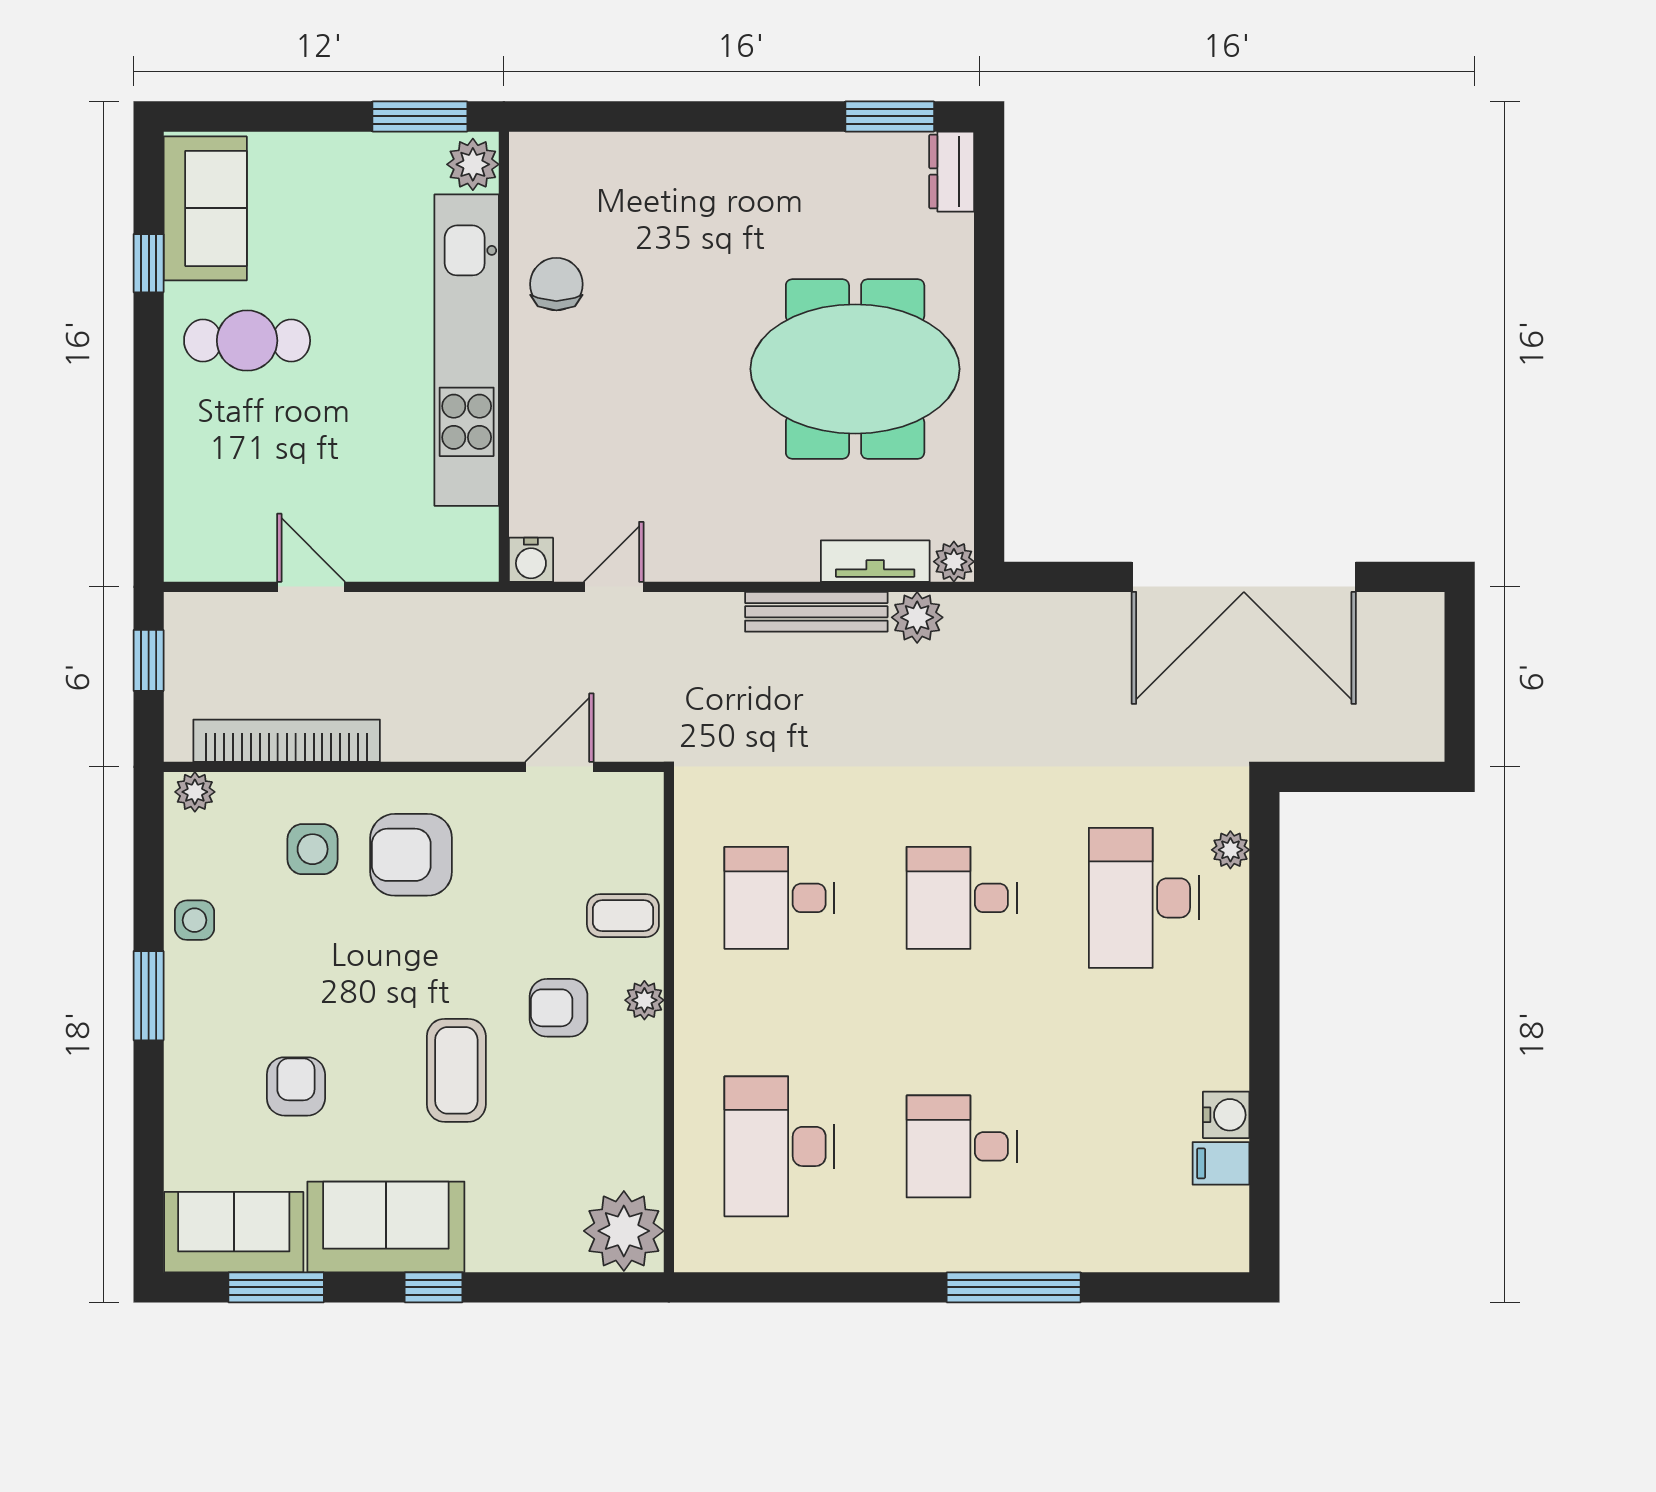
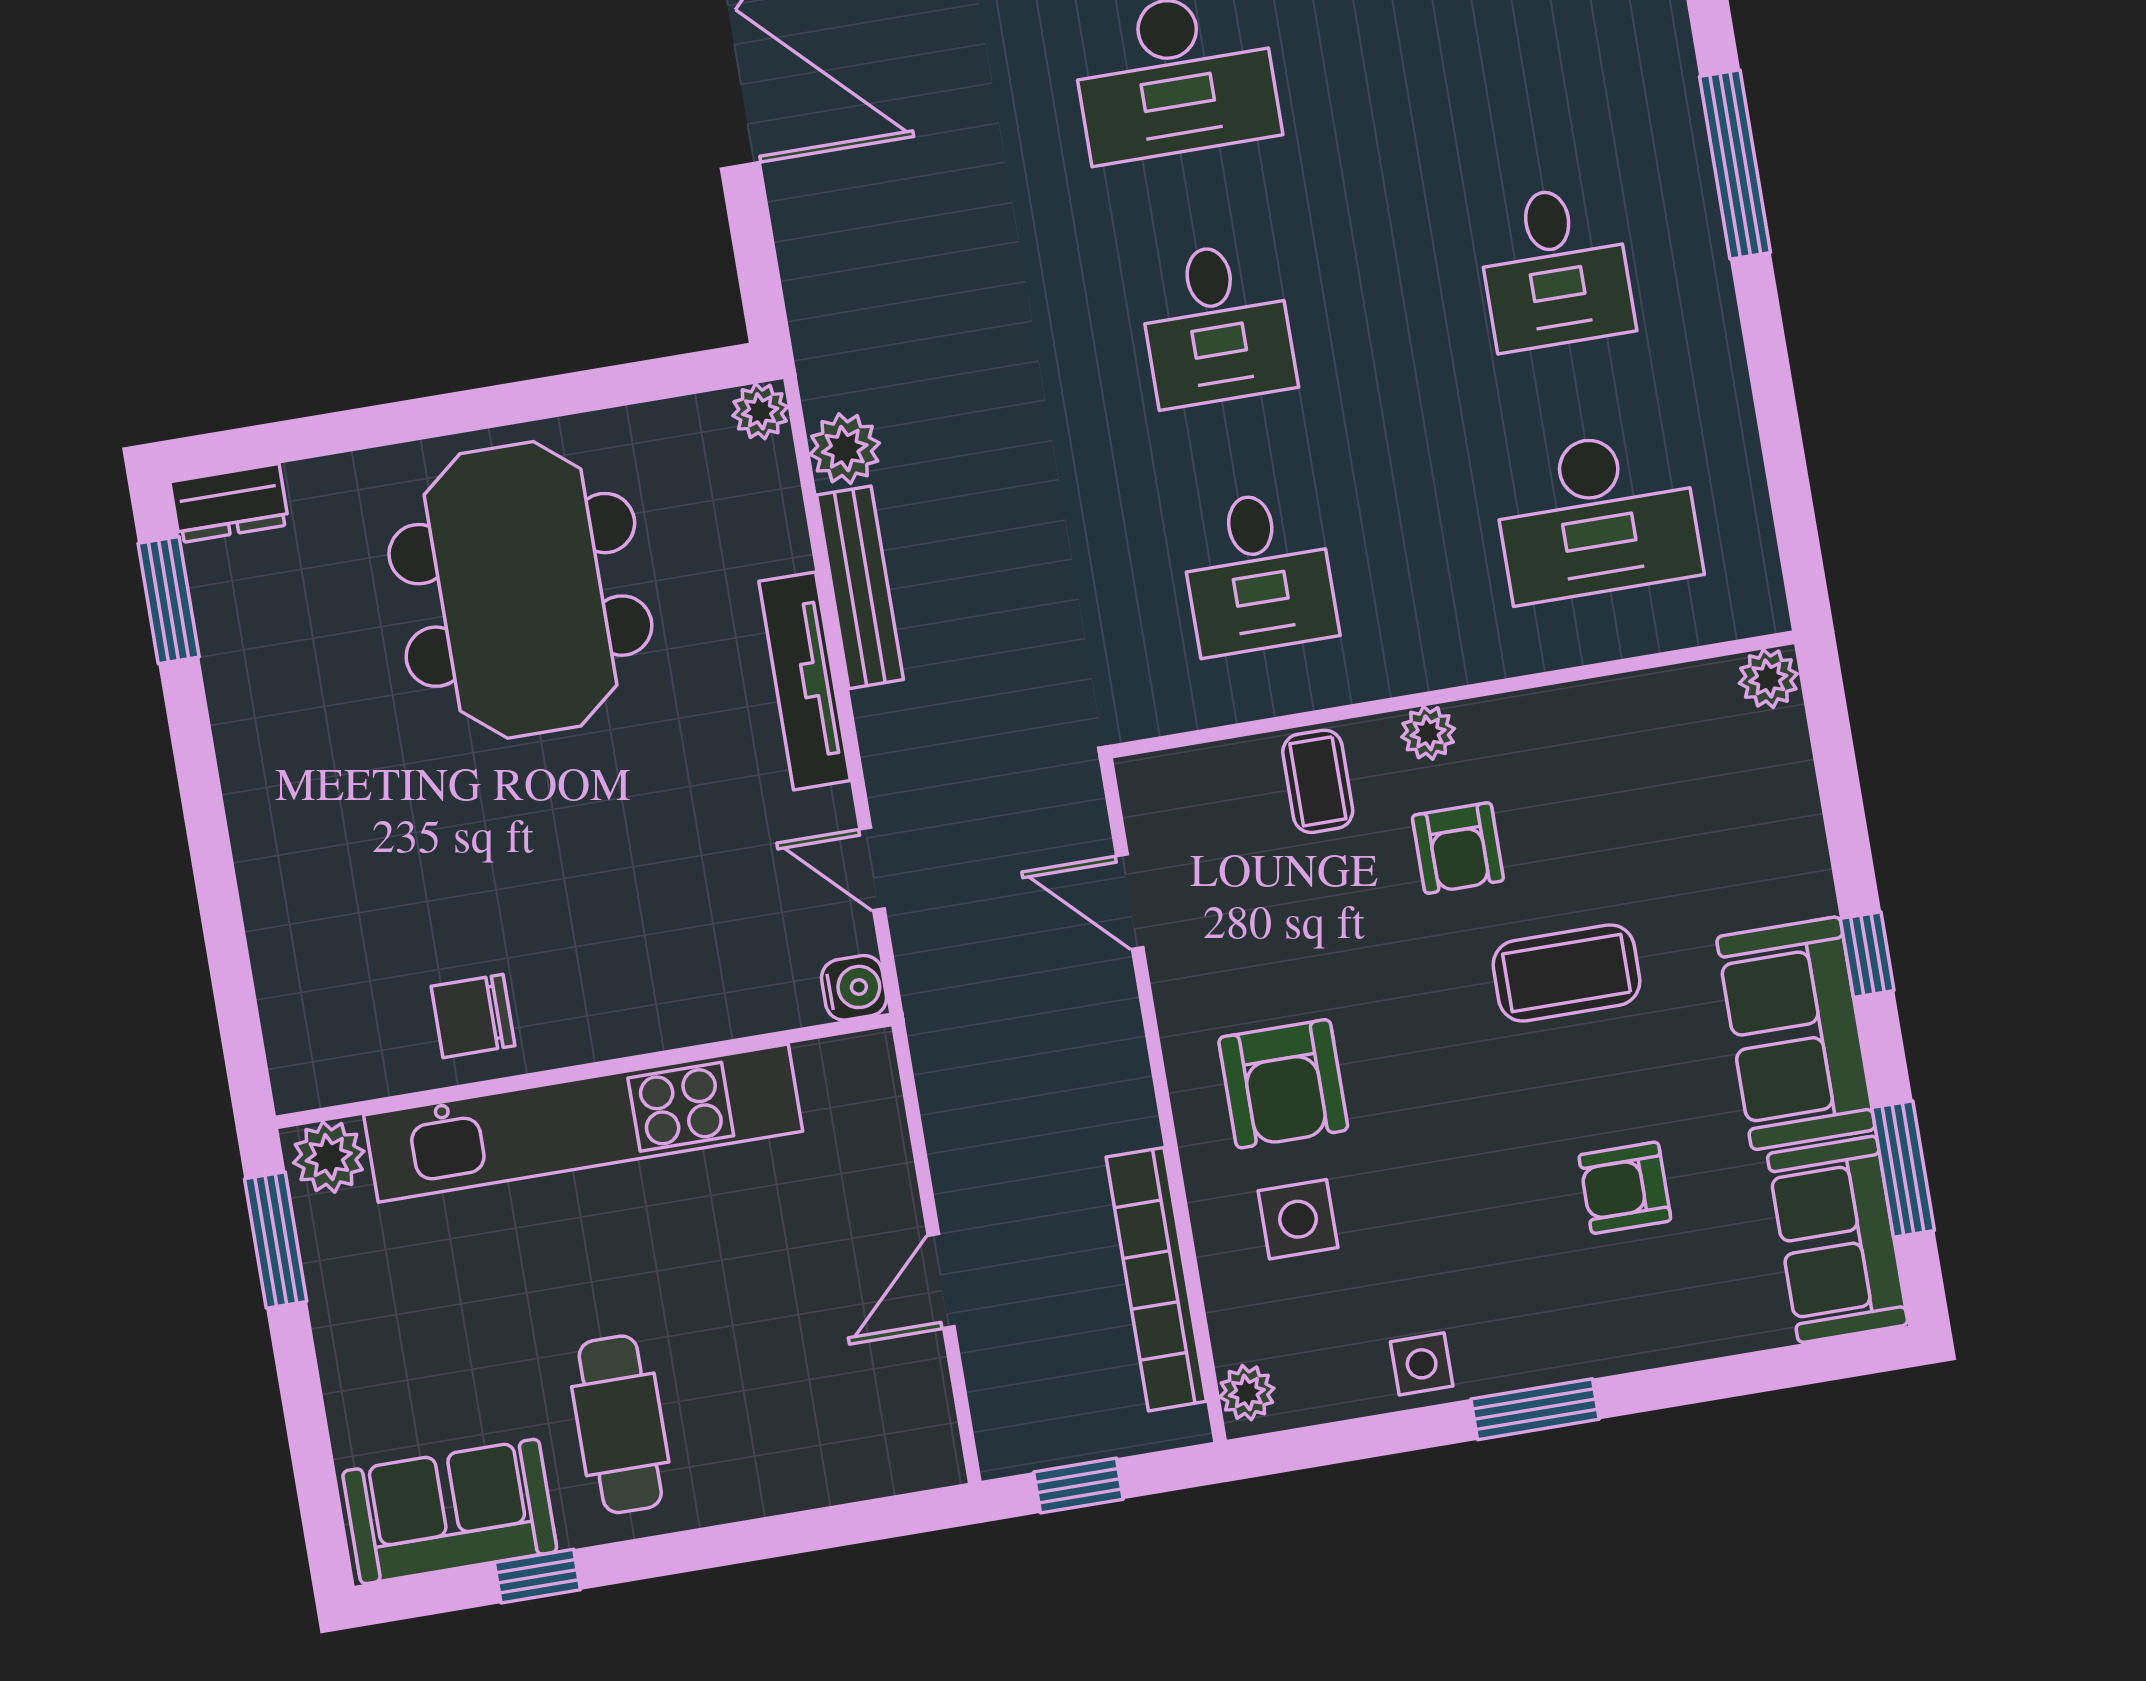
tv unit: (875, 561) -> (805, 681), moved, width x1.41
plant: (624, 1231) -> (1768, 679), width x0.53, depth x0.53

